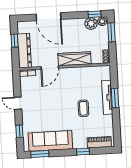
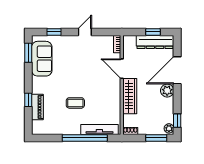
plant: (91, 23) -> (167, 91), moved
dresser: (24, 51) -> (155, 42), moved
tv unit: (107, 97) -> (99, 130), moved
window: (115, 98) -> (85, 138), width x2.11
sofa: (50, 141) -> (42, 59), width x0.73
piano: (99, 142) -> (37, 107), moved

